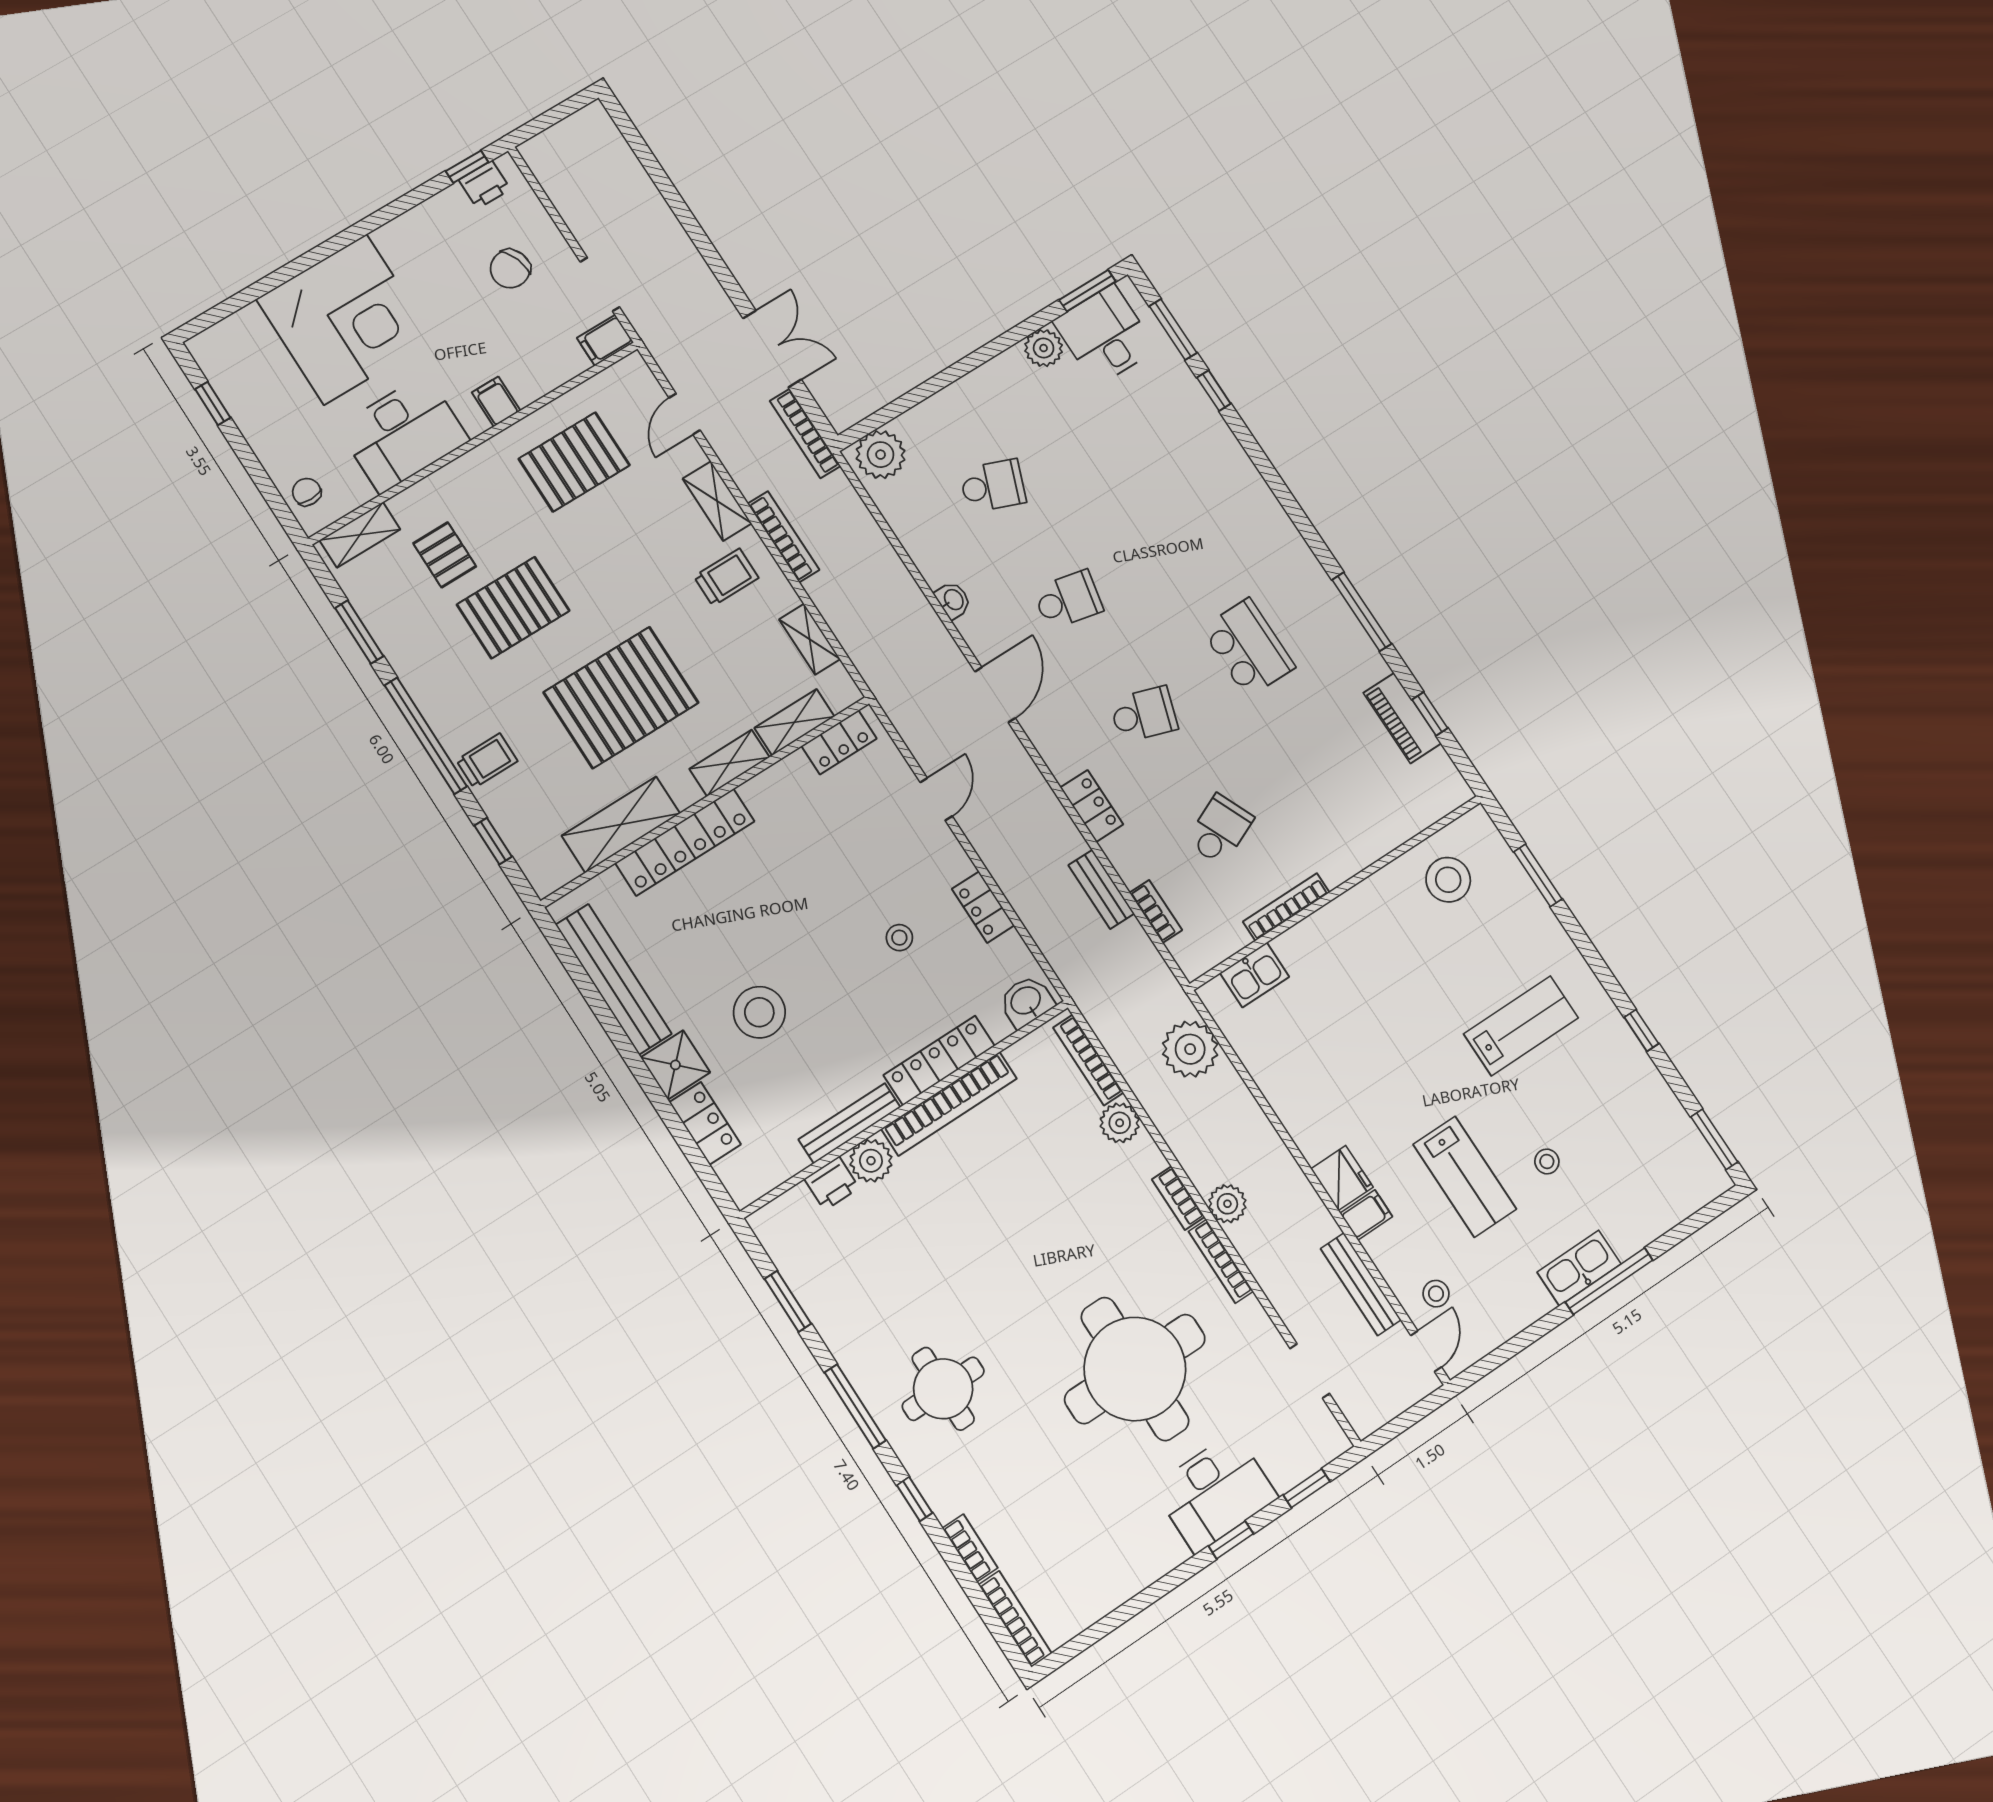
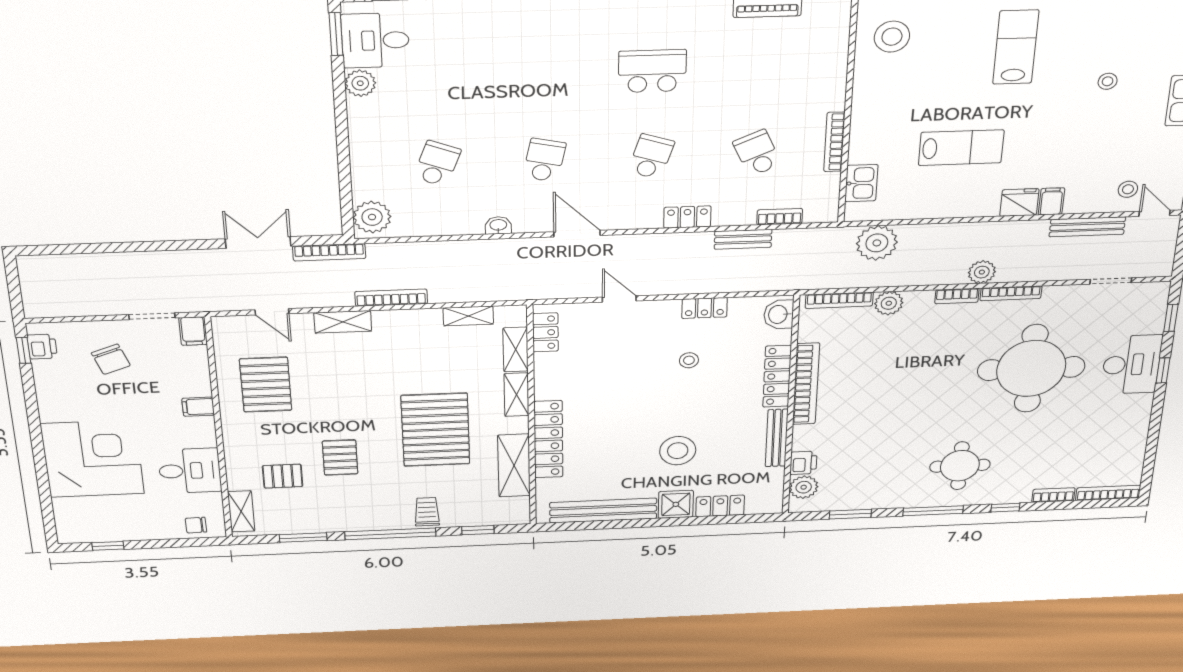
desk: (403, 434) -> (190, 471), width x0.73
trolley: (726, 577) -> (397, 341), removed
pallet: (513, 608) -> (340, 457), width x0.67, depth x0.71
plant: (871, 1161) -> (804, 487), moved
lab bench: (1465, 1177) -> (961, 148), moved

